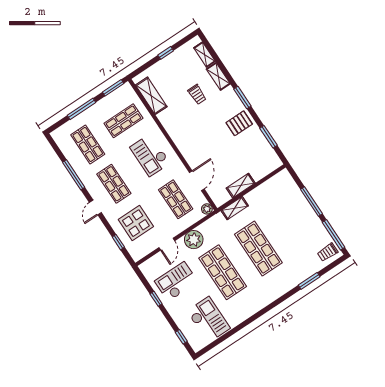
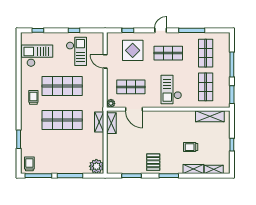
shop shelf: (88, 144) -> (206, 53), turned 90
checkout: (150, 155) -> (171, 89), turned -90
shelving: (241, 186) -> (111, 123), moved
door: (95, 207) -> (161, 30), hinge flipped
plant: (194, 240) -> (96, 166), moved
trolley: (255, 295) -> (33, 97), added
checkout: (208, 320) -> (37, 56), turned 180

